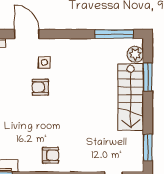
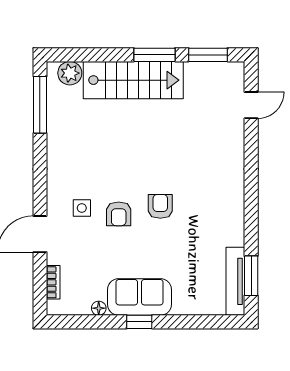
window: (148, 77) -> (154, 55), moved
armchair: (51, 155) -> (160, 206), moved

